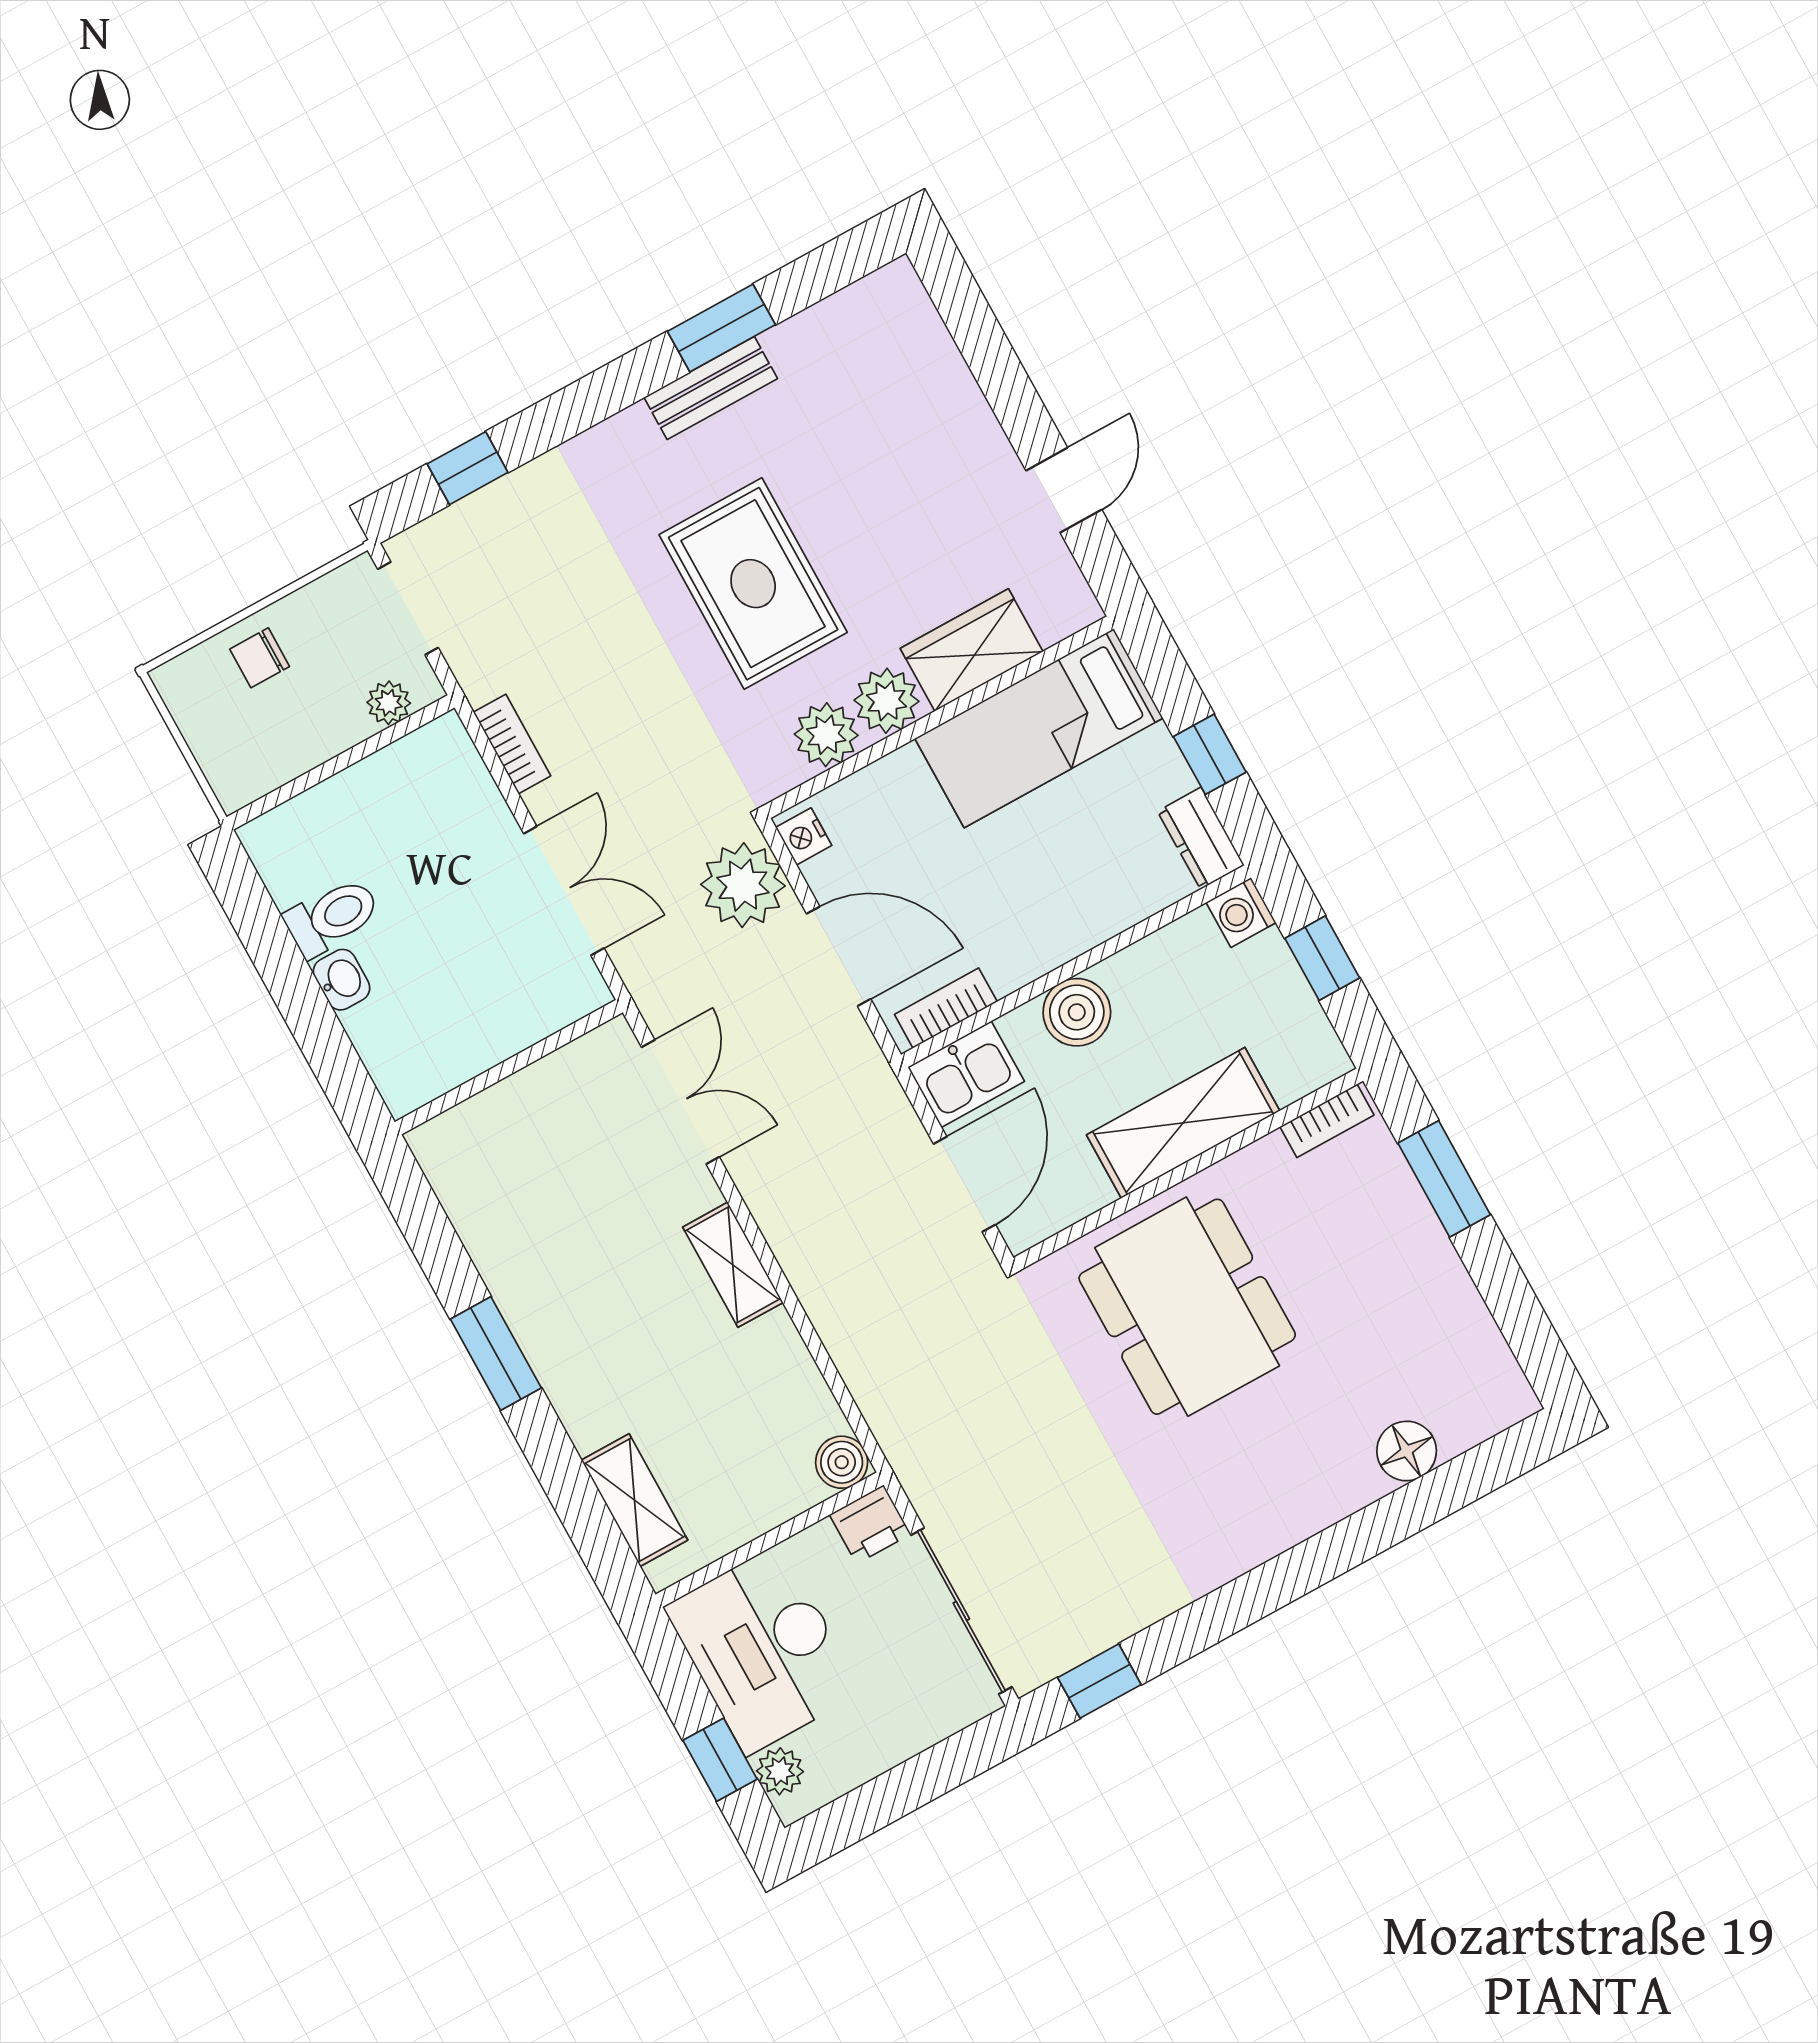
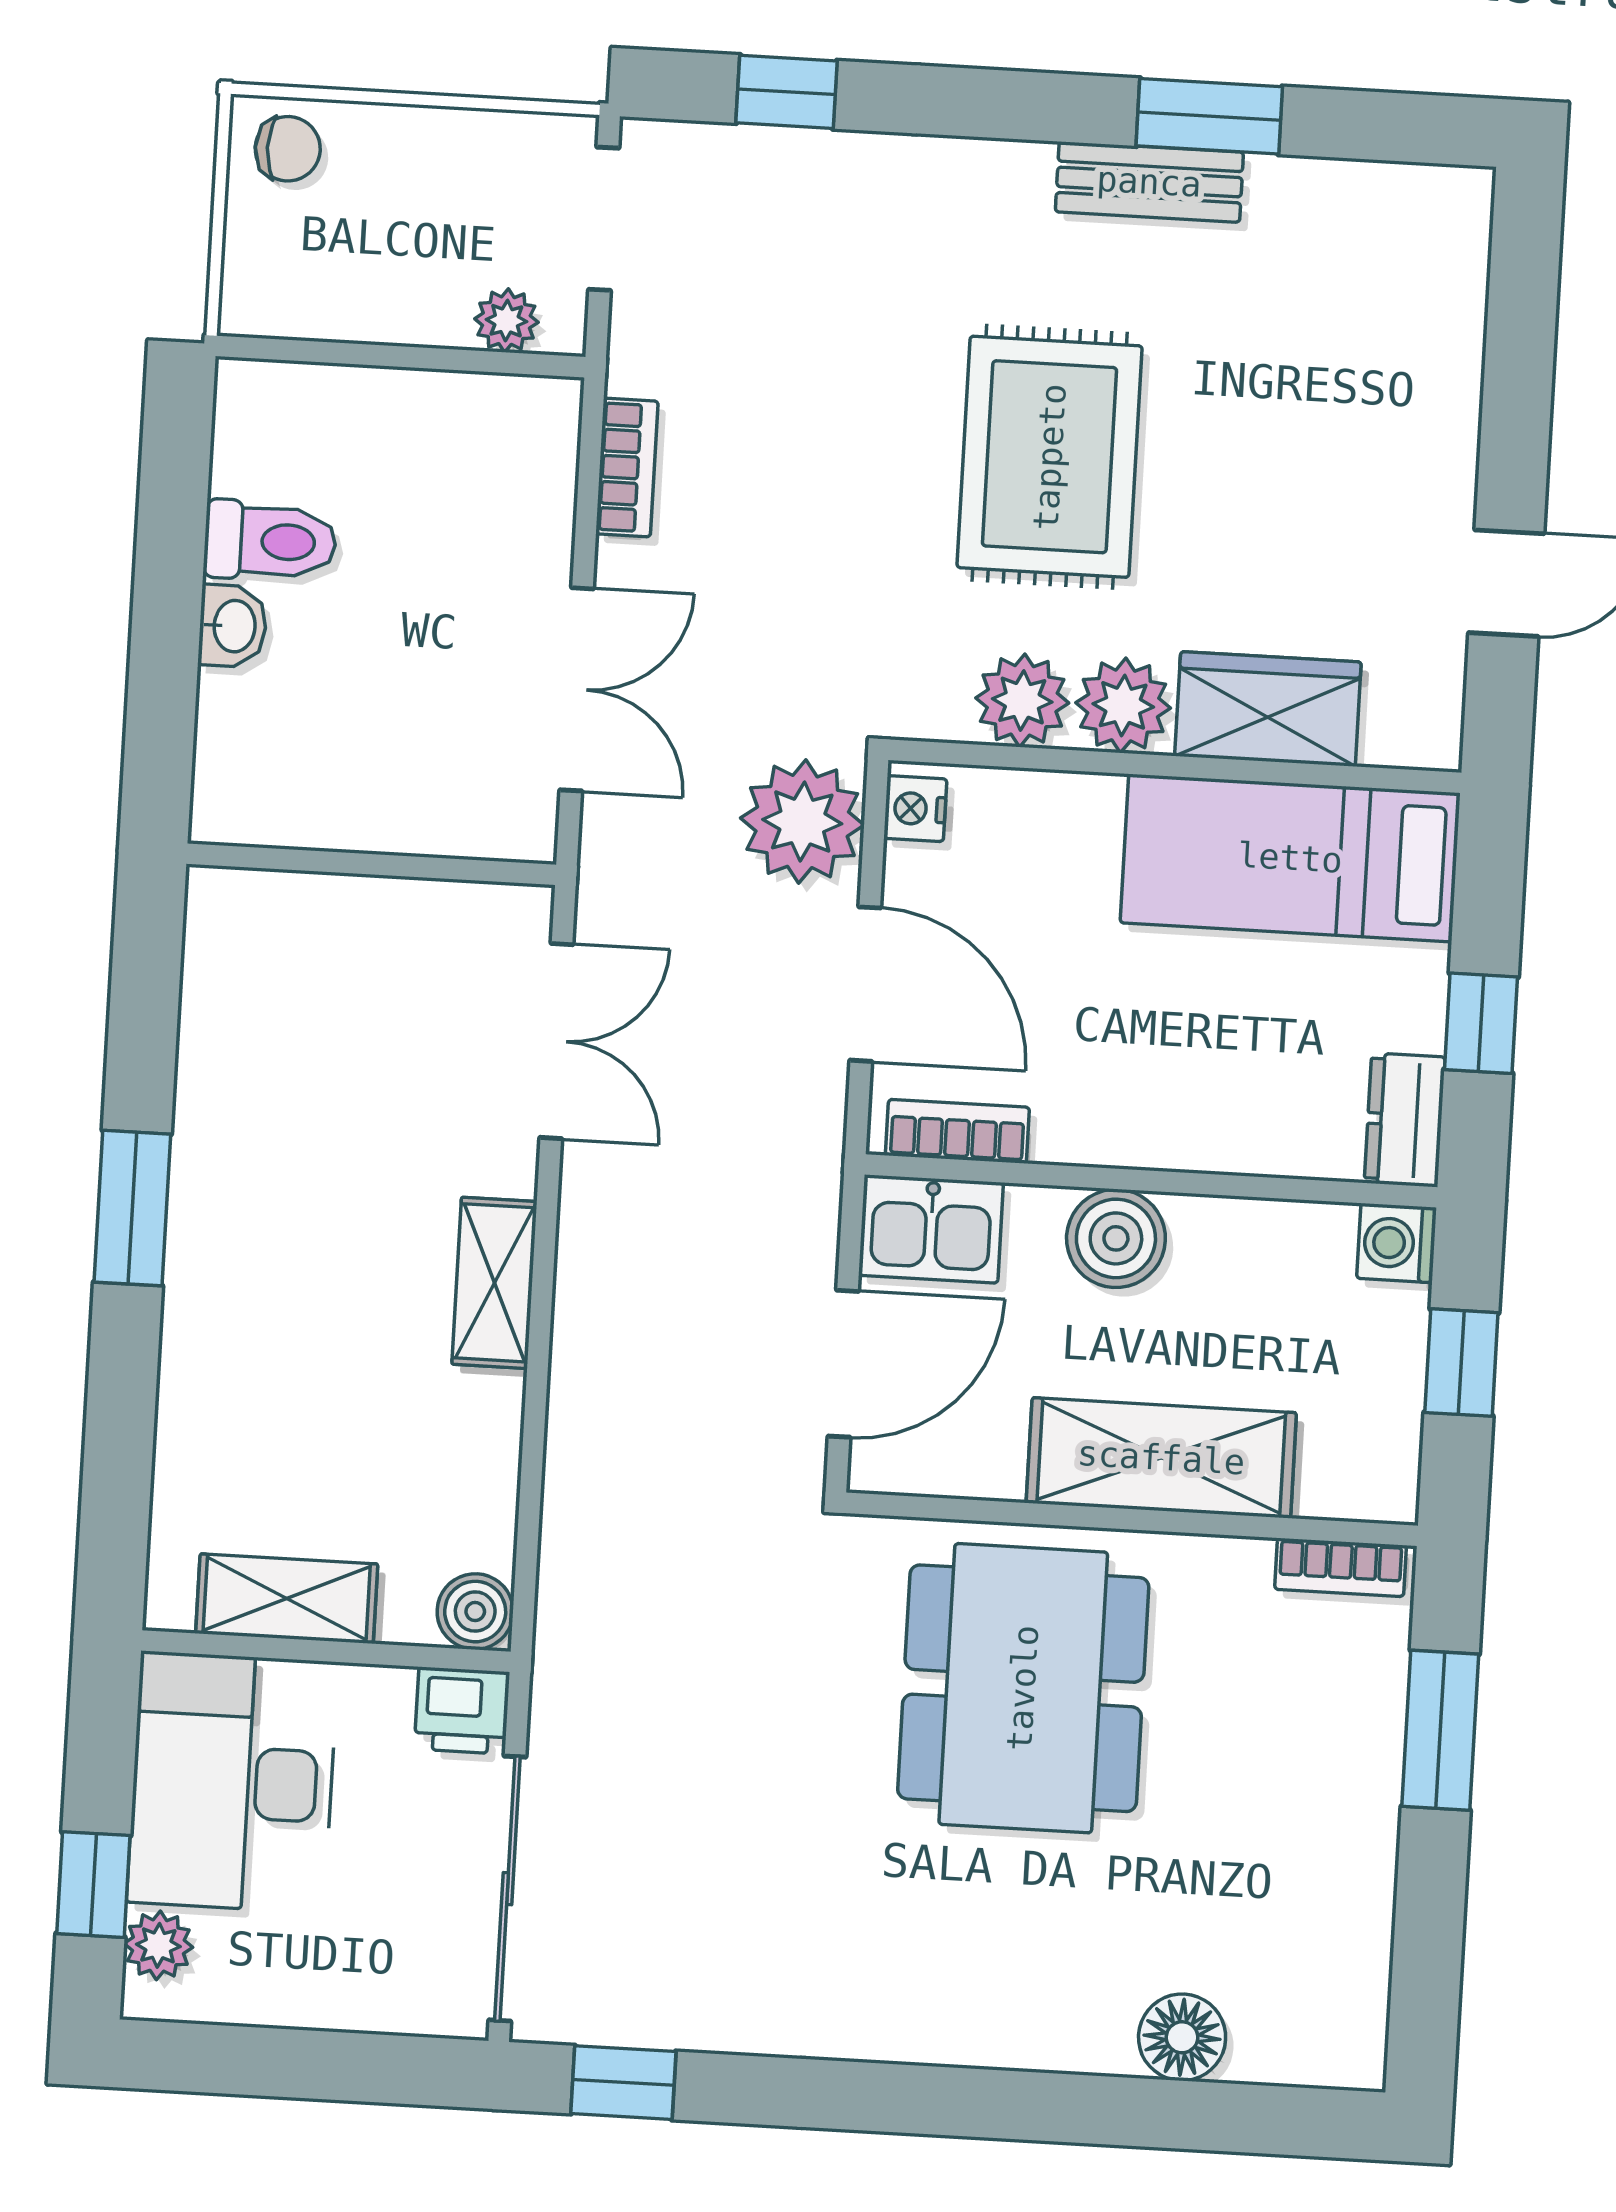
chair: (260, 658) -> (288, 149), moved, turned 180
shelving: (634, 1500) -> (287, 1599), moved, turned 90

